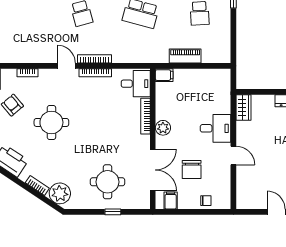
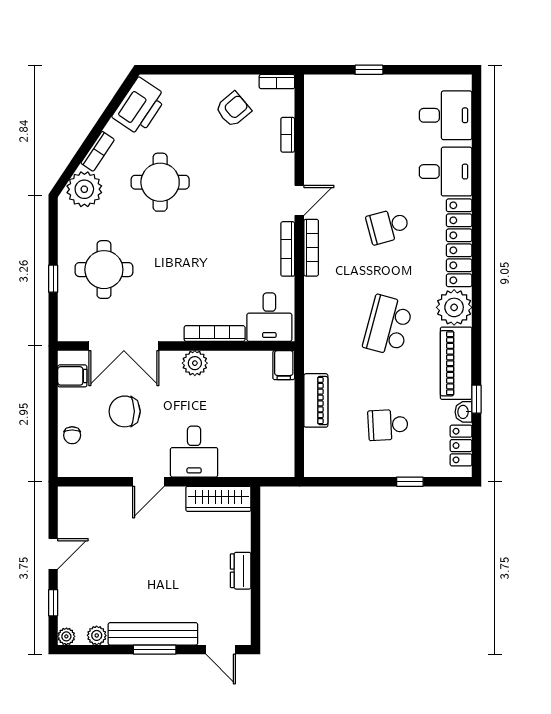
wardrobe: (243, 107) -> (218, 499), width x1.50
round table: (51, 122) -> (160, 182), moved

